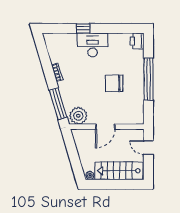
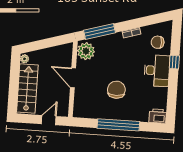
chair: (65, 46) -> (158, 42), added

